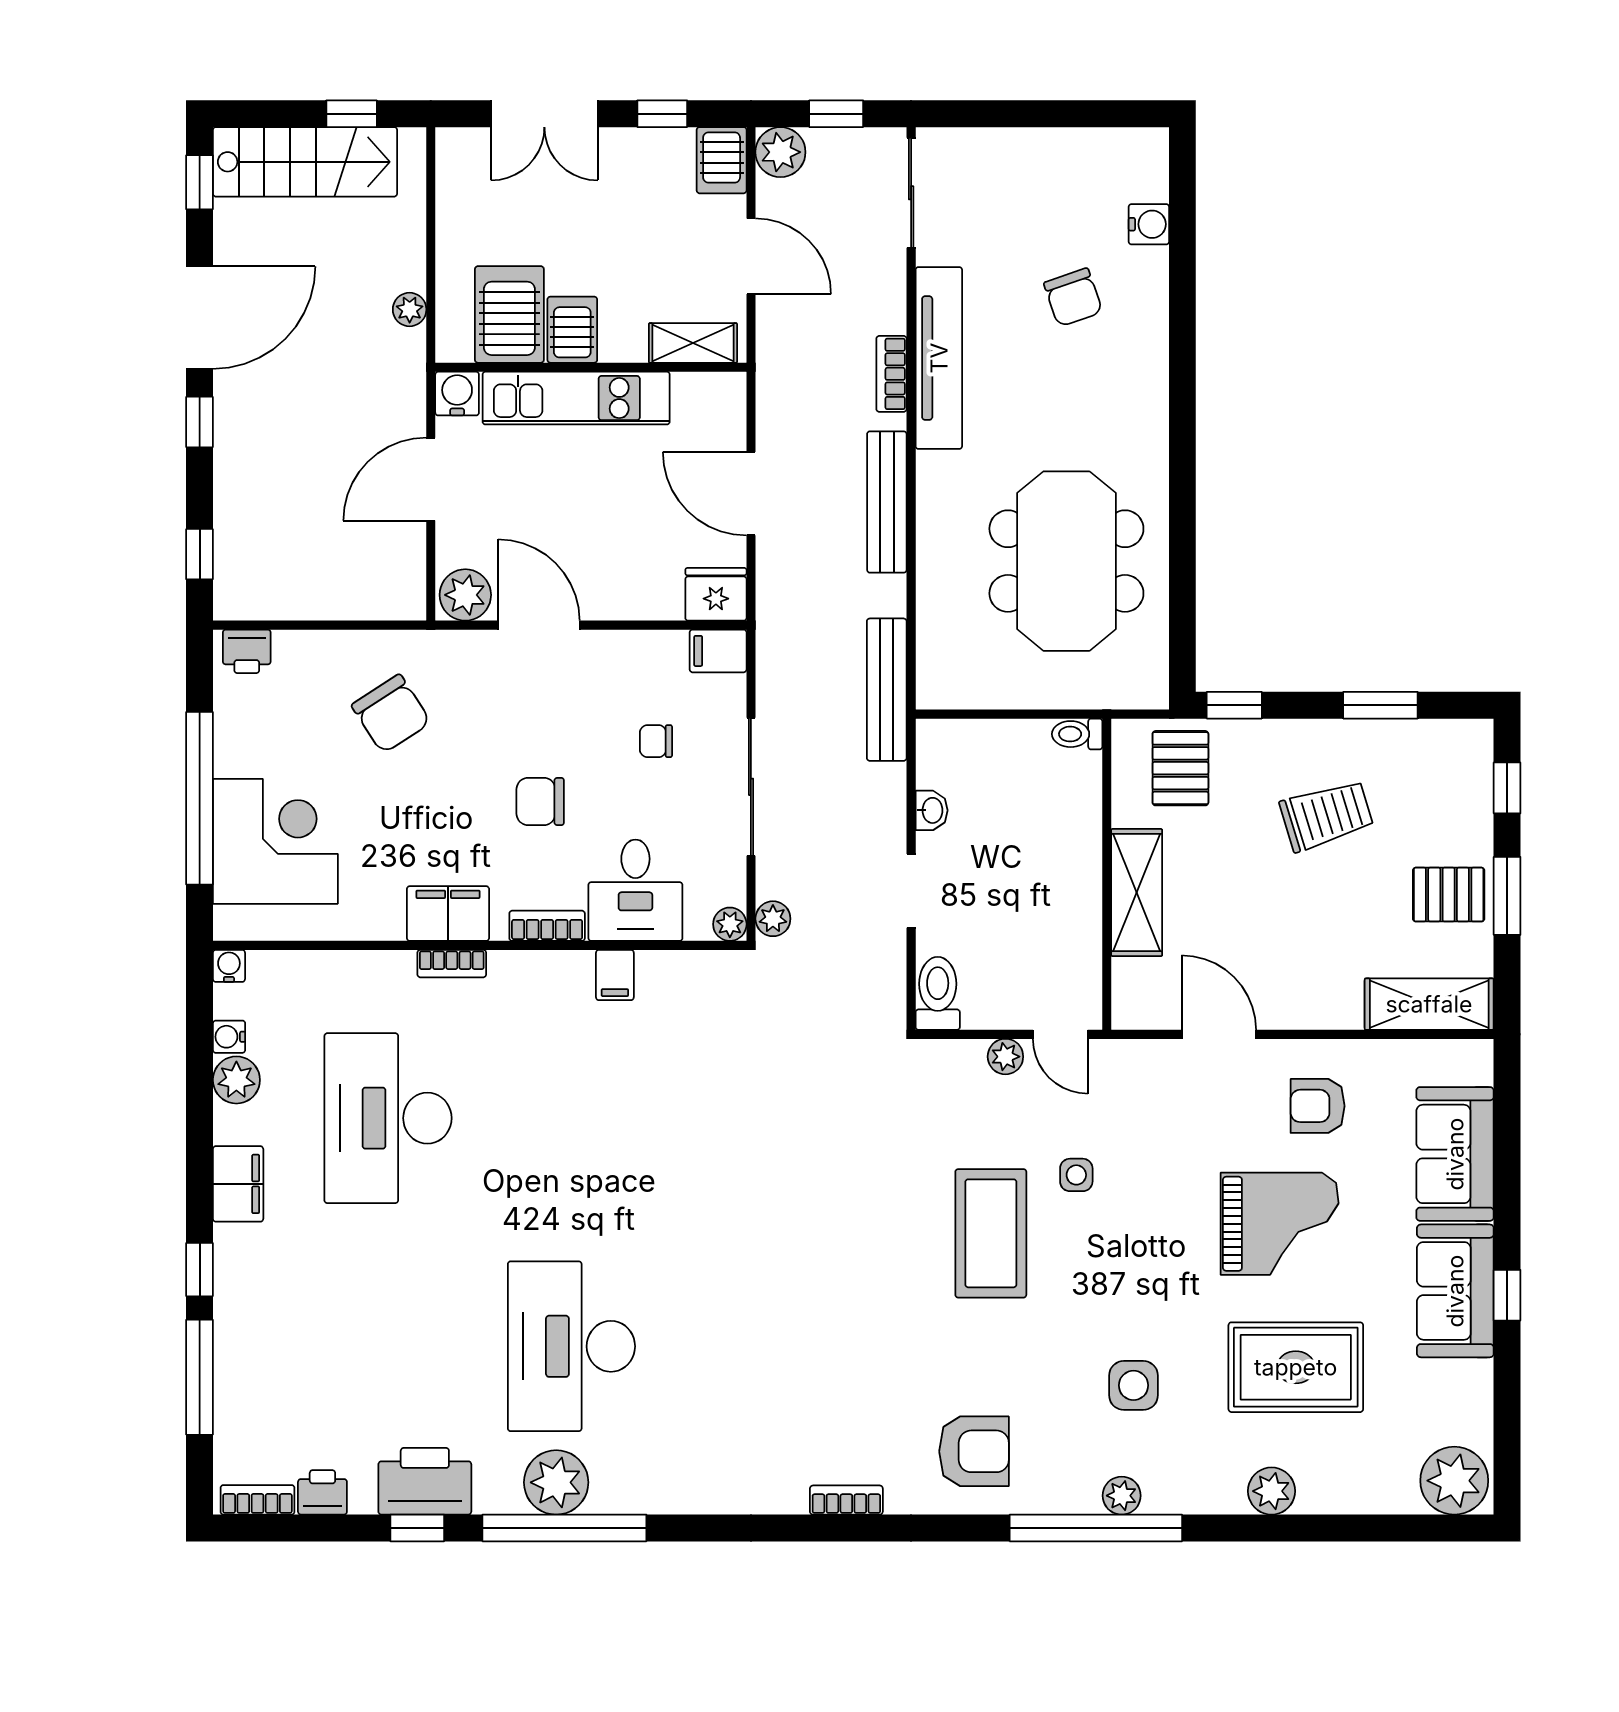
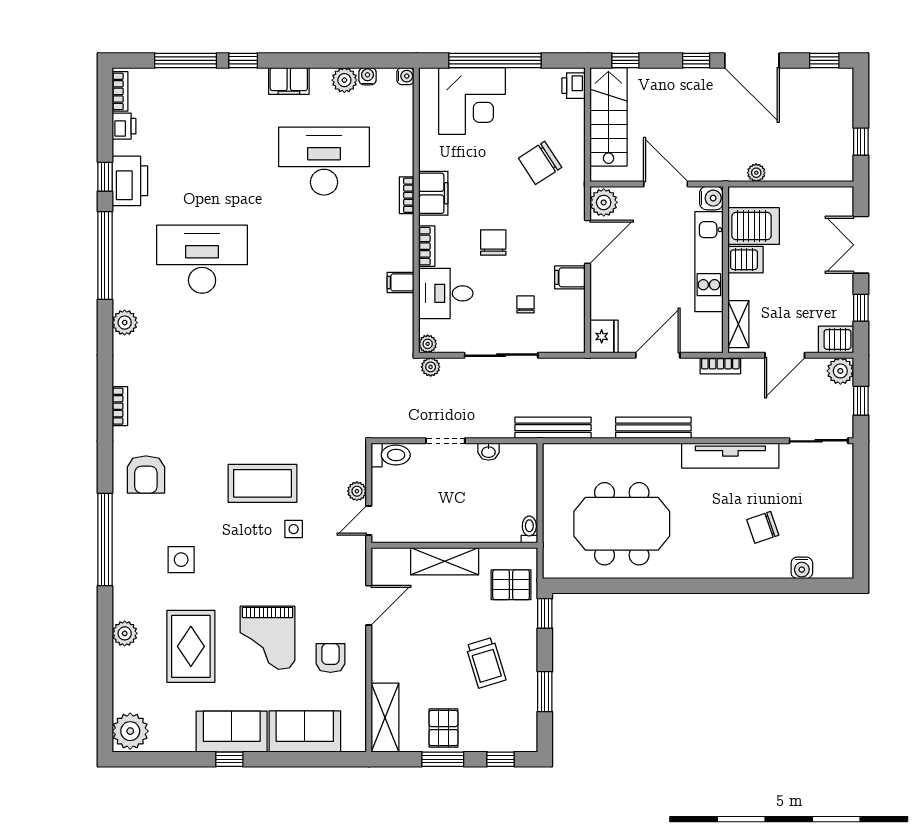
stairs: (305, 162) -> (608, 117), moved, turned 180
bookcase: (891, 374) -> (720, 366), moved, turned 180
filing cabinet: (718, 651) -> (570, 277), moved, turned -90
plant: (556, 1482) -> (125, 323), moved, width x0.73, depth x0.73
plant: (1122, 1496) -> (122, 553), removed

